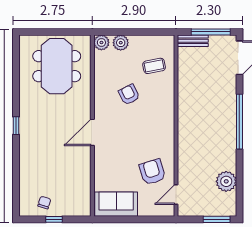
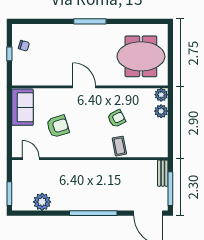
coffee table: (154, 66) -> (119, 146), moved
window: (16, 126) -> (90, 21), width x2.17
armchair: (152, 172) -> (58, 126), moved

